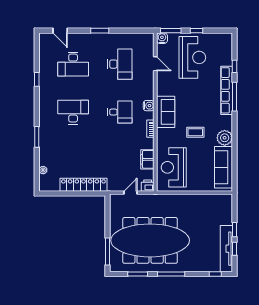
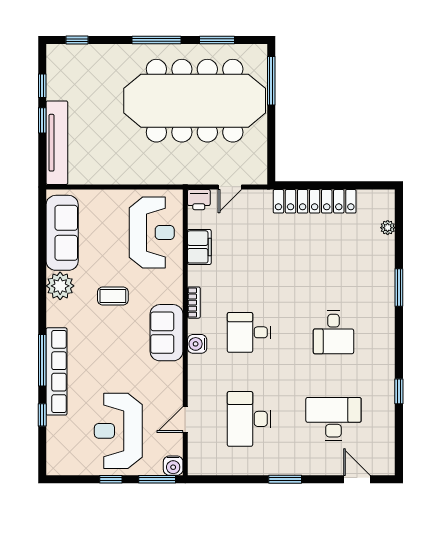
door: (155, 64) -> (185, 419), hinge flipped
desk: (73, 112) -> (333, 332), width x0.73
tv unit: (226, 249) -> (57, 143), moved

